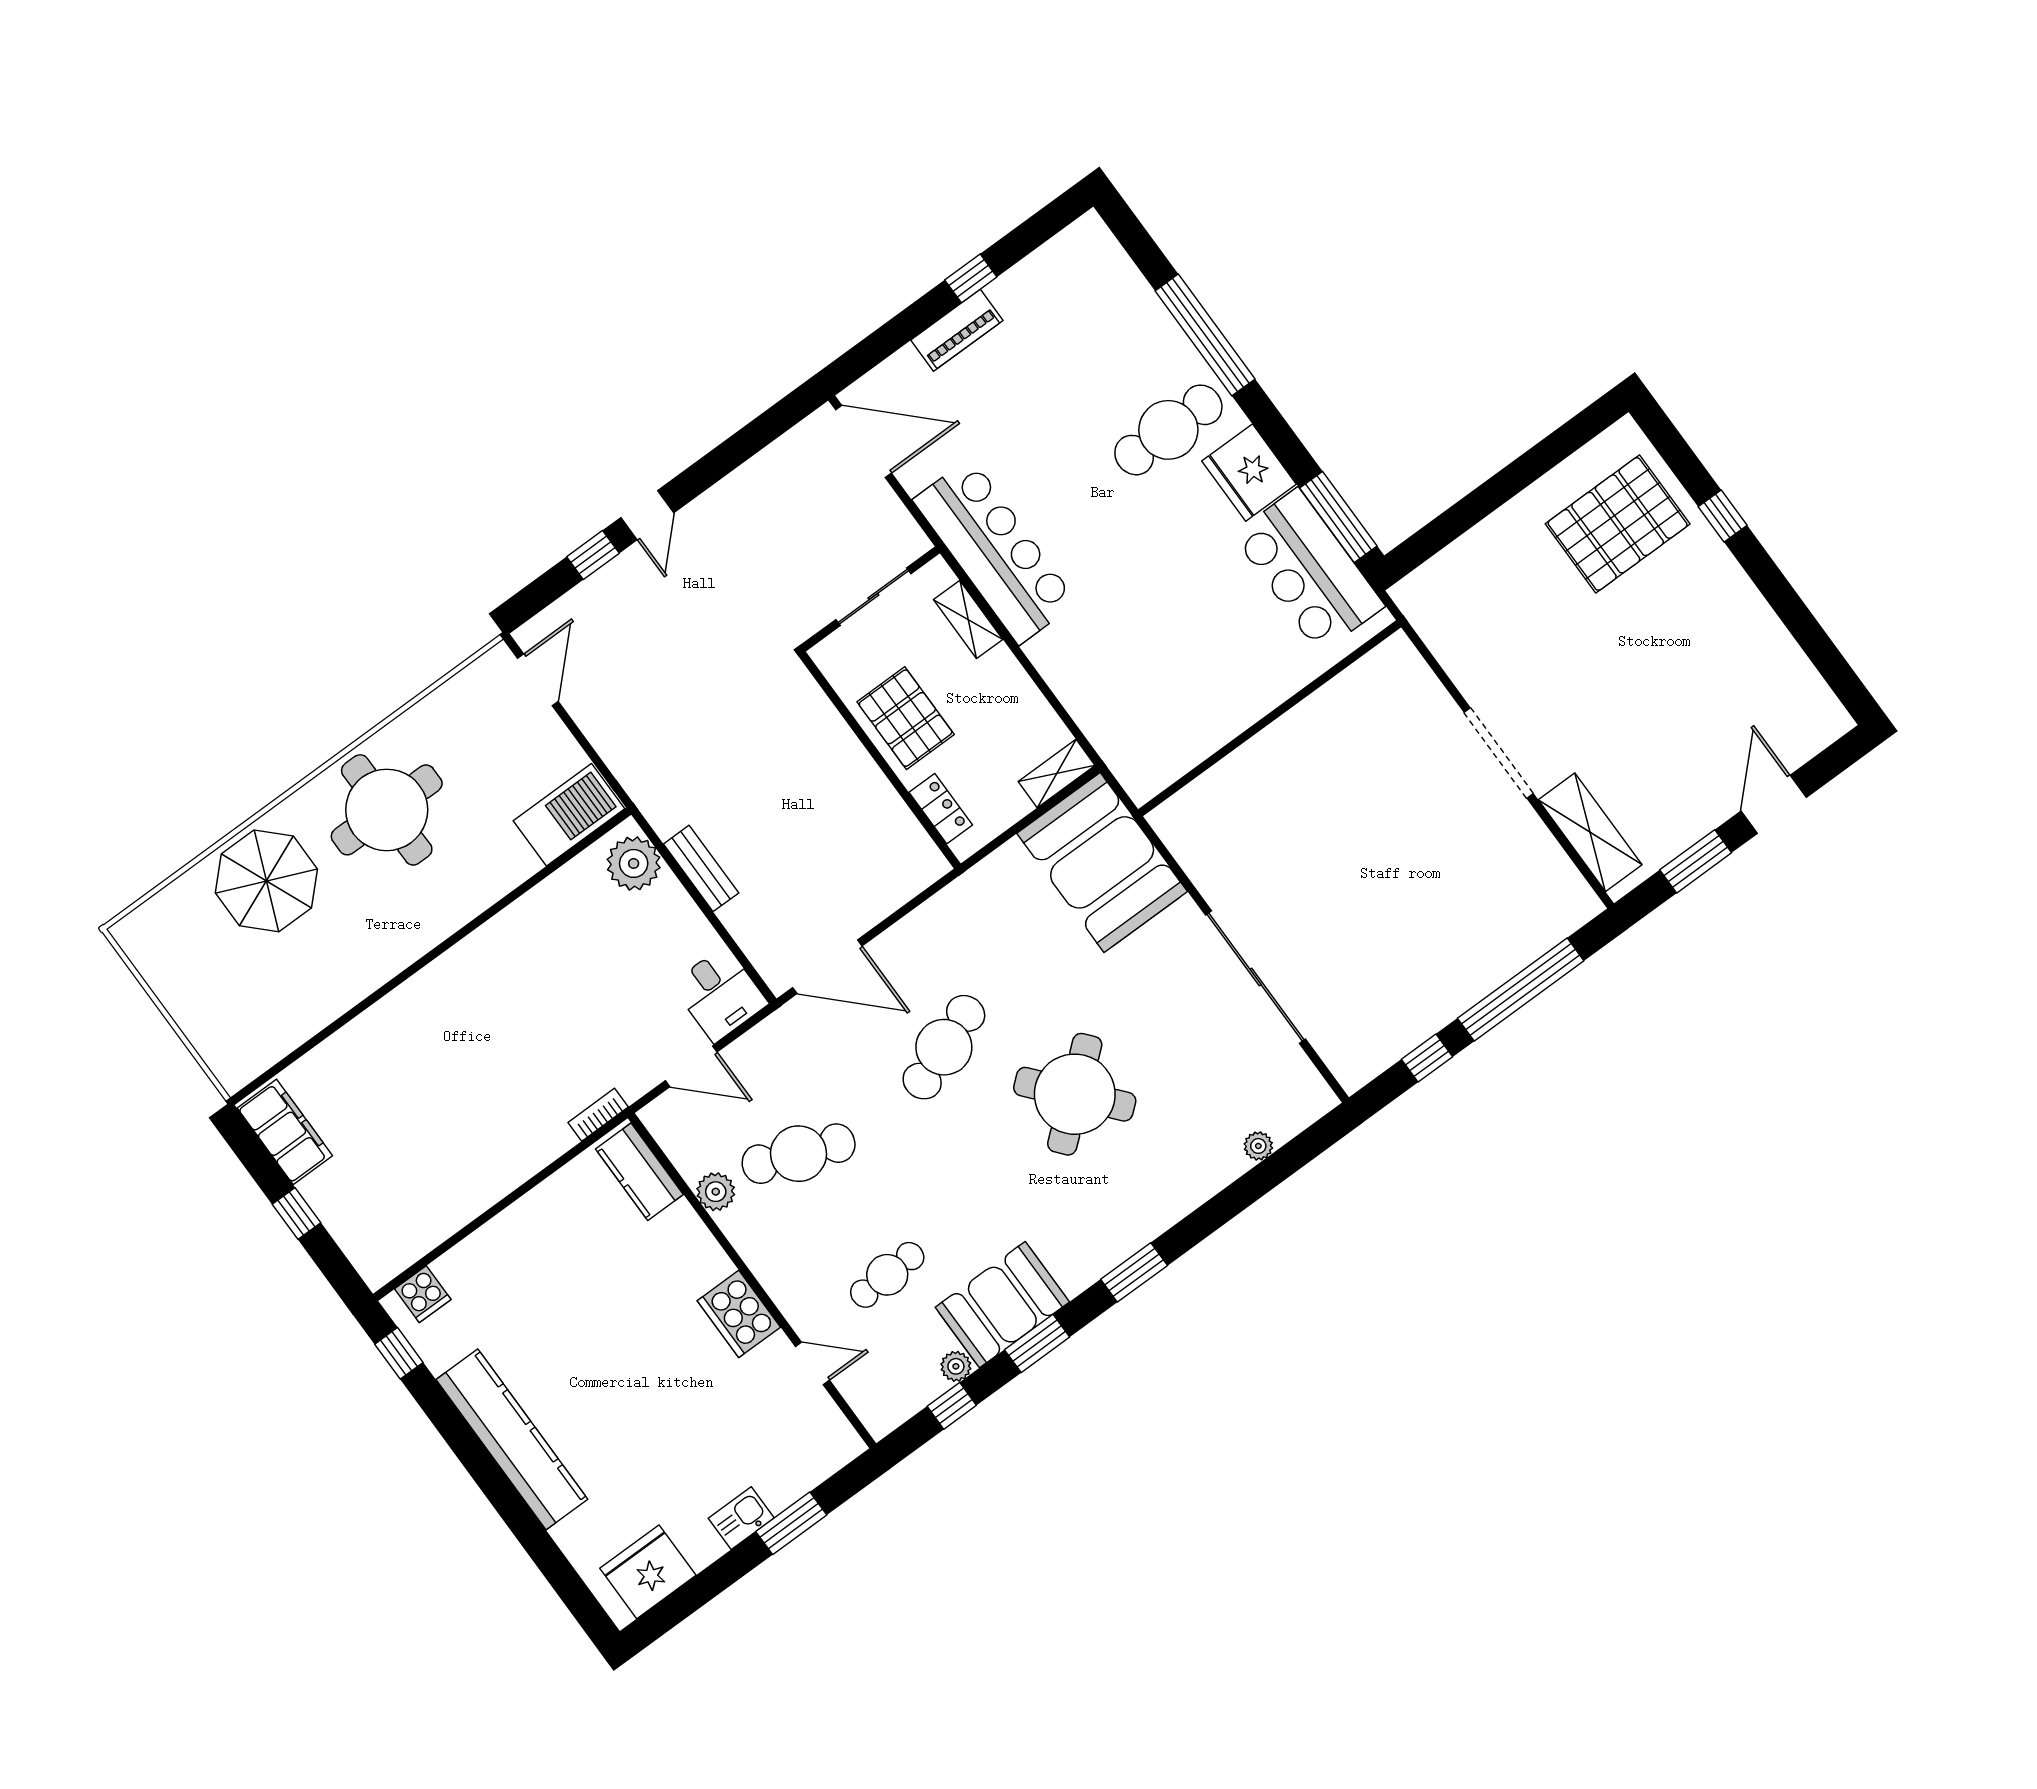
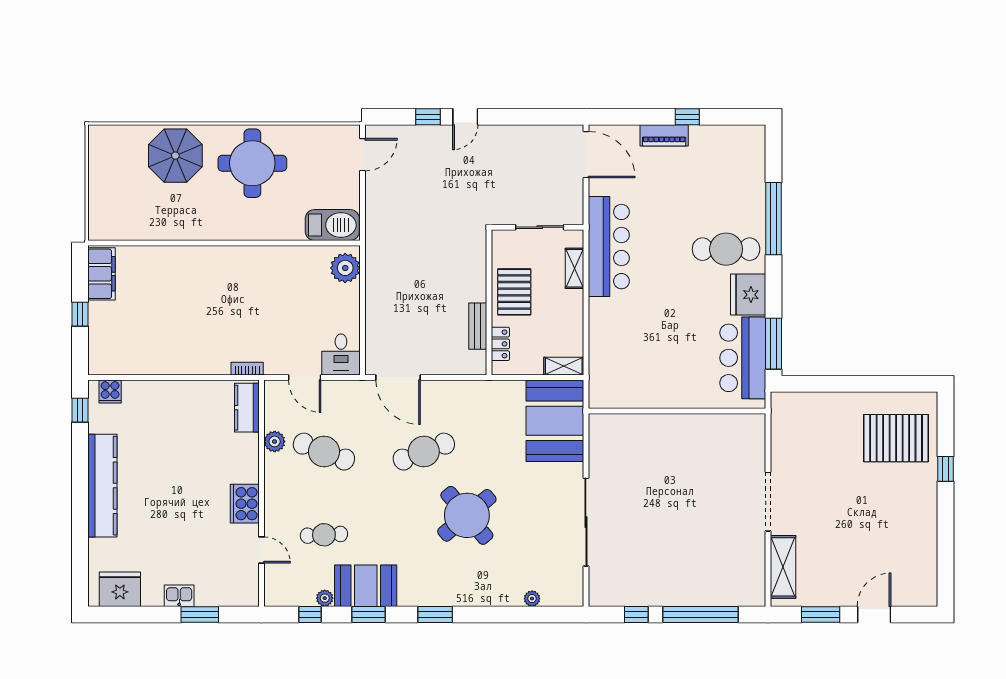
bench: (701, 868) -> (478, 326), moved

